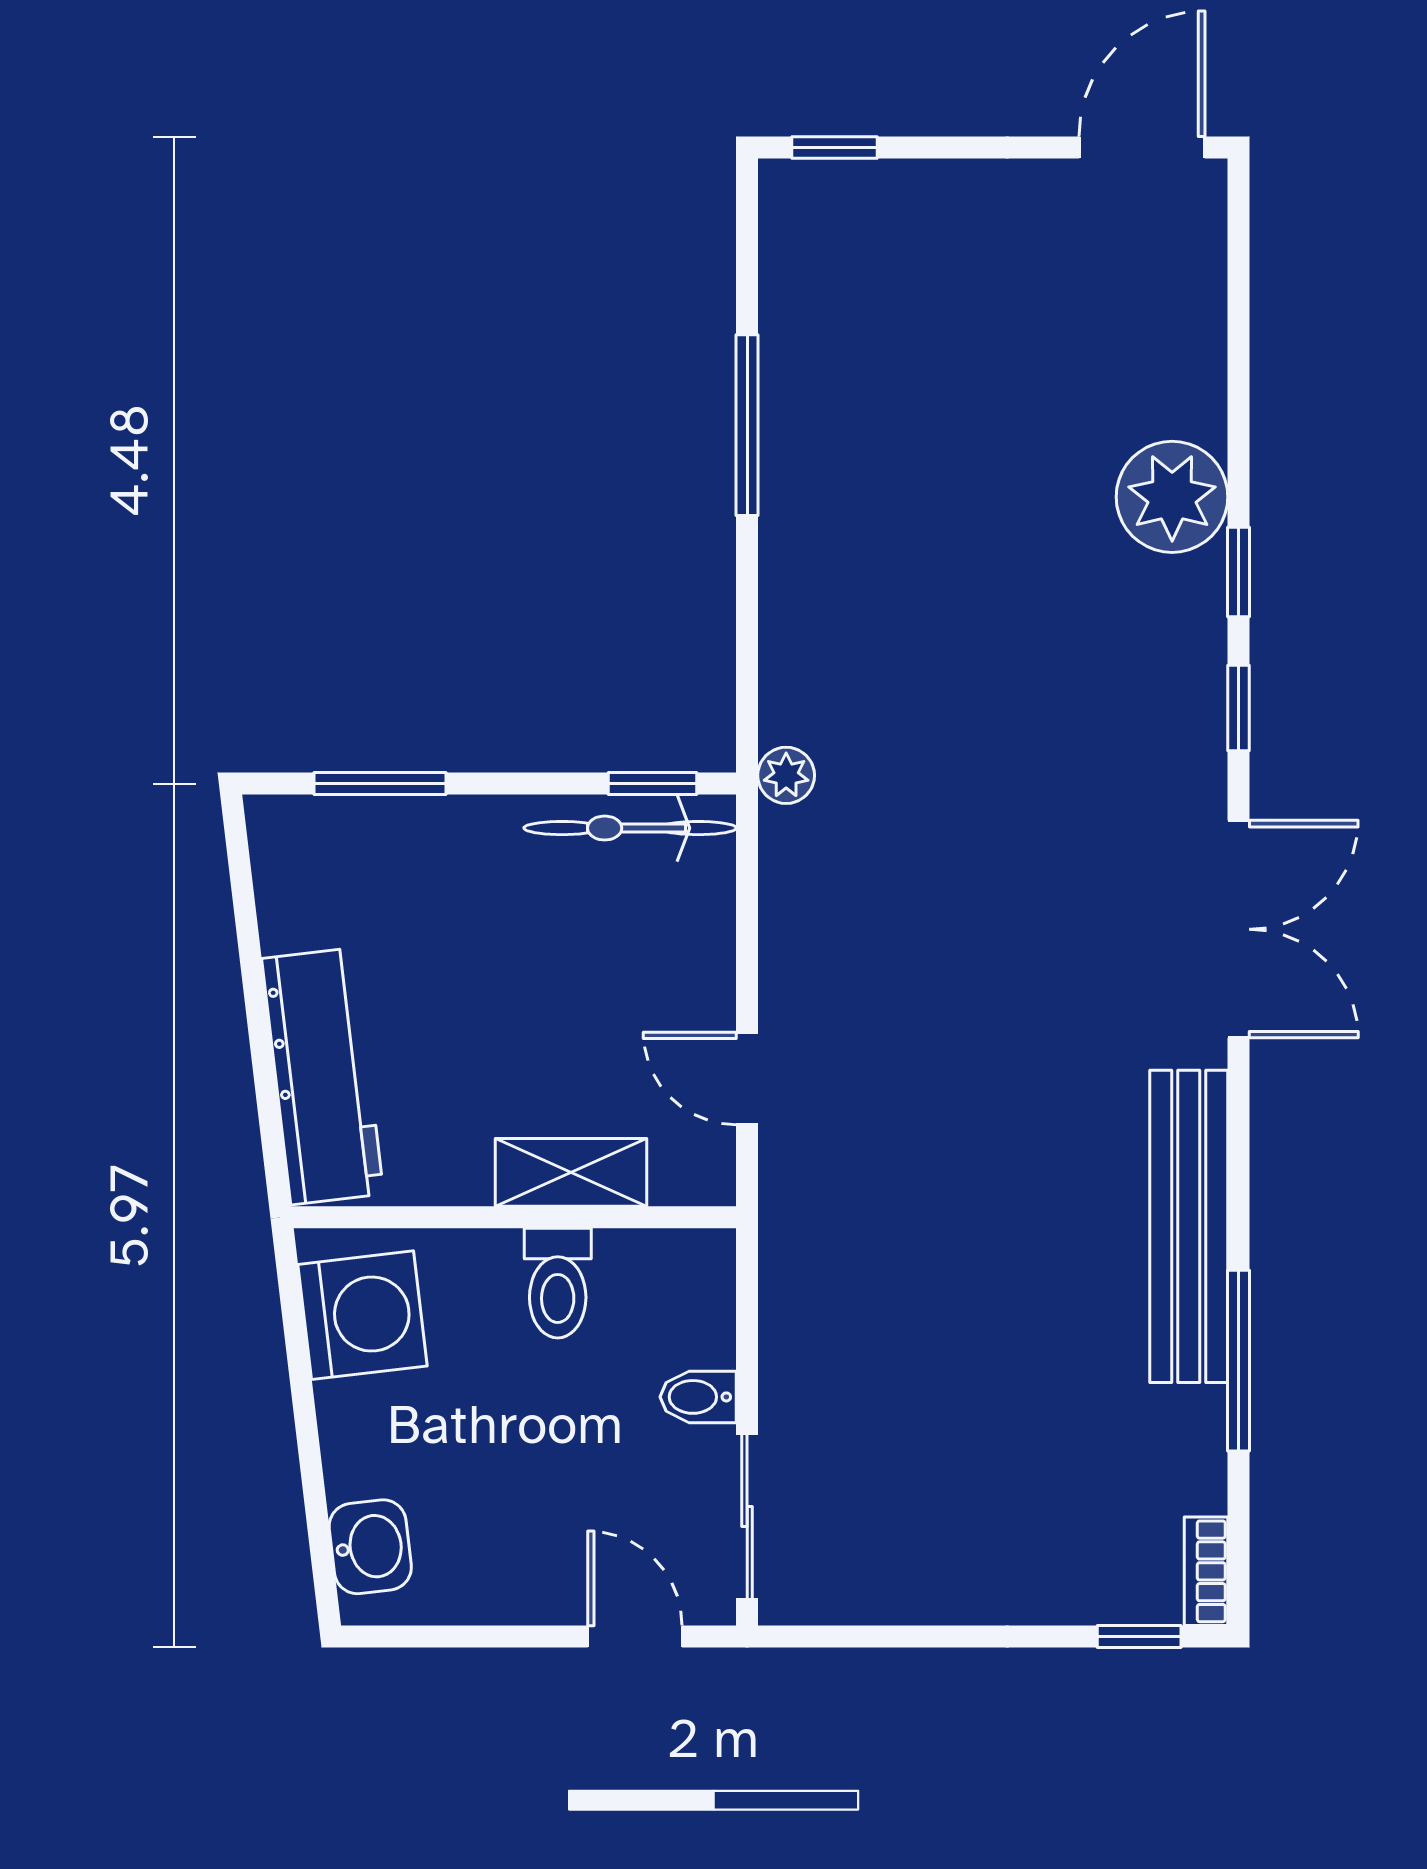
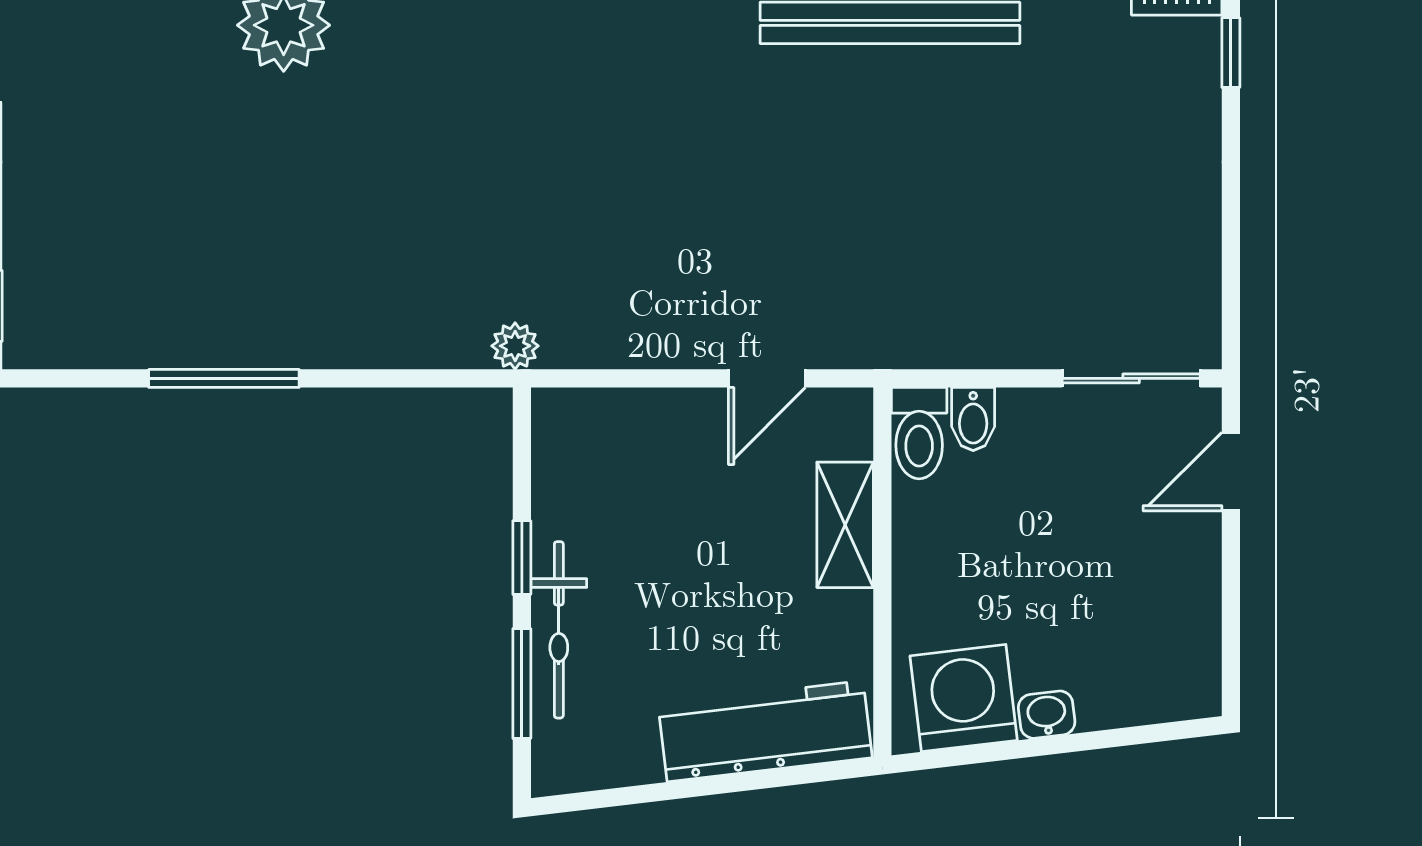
window: (653, 784) -> (522, 558), moved
bicycle: (630, 828) -> (559, 630), moved
toilet: (558, 1283) -> (919, 433), moved, turned 90
bidet: (698, 1397) -> (973, 419), moved
washbasin: (370, 1547) -> (1047, 715), moved, width x0.72, depth x0.69

